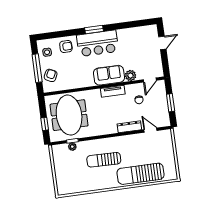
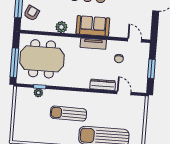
plant: (131, 76) -> (61, 27), moved
door: (150, 80) -> (135, 40), swing flipped
meeting table: (69, 115) -> (42, 59), turned 90
window: (45, 124) -> (14, 63), width x2.17

